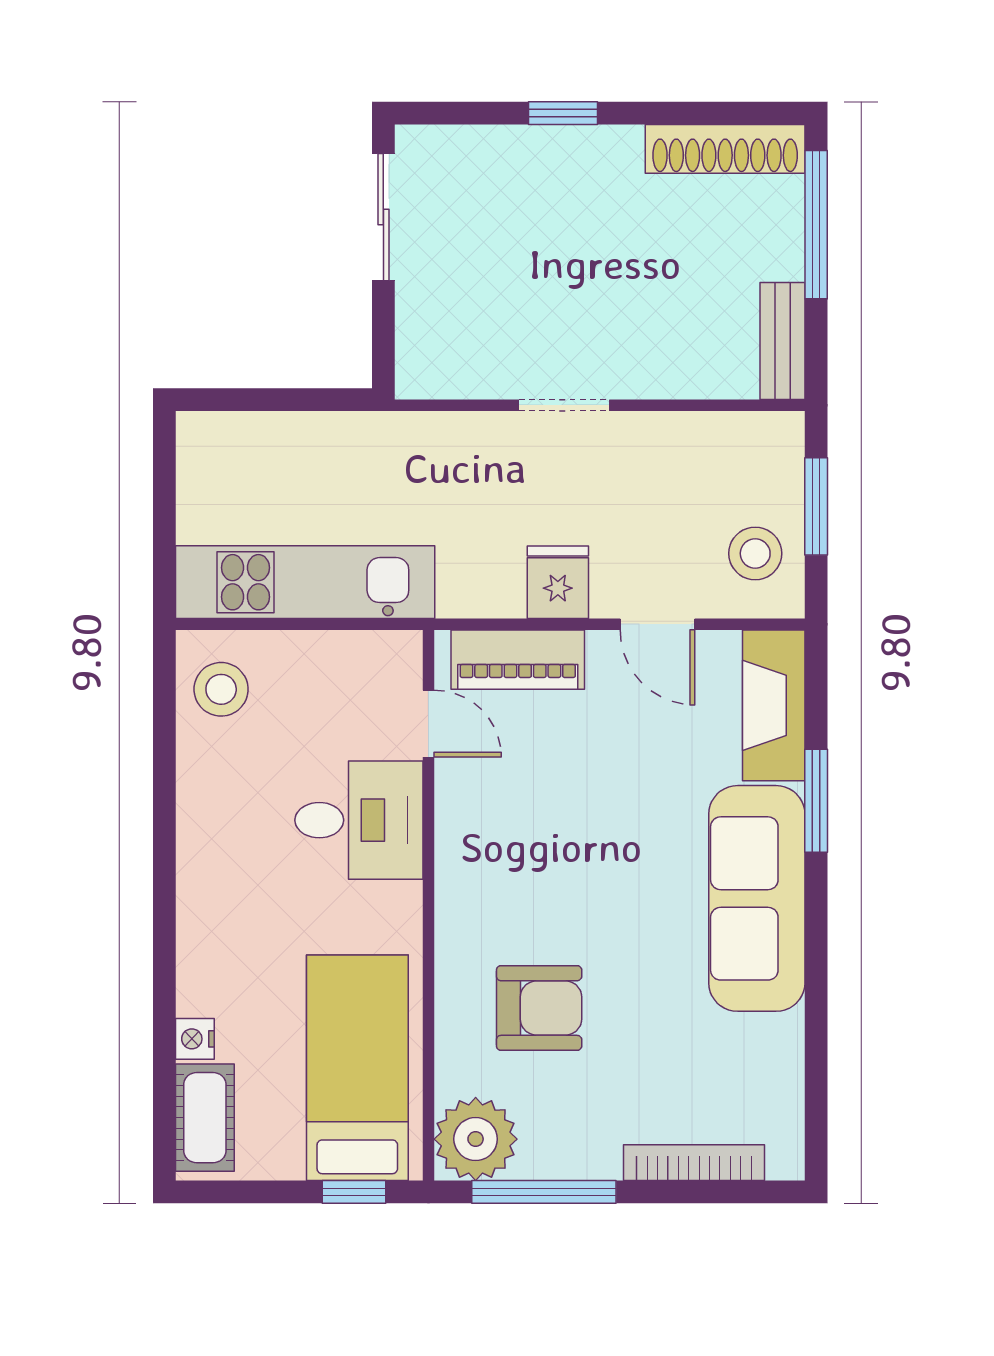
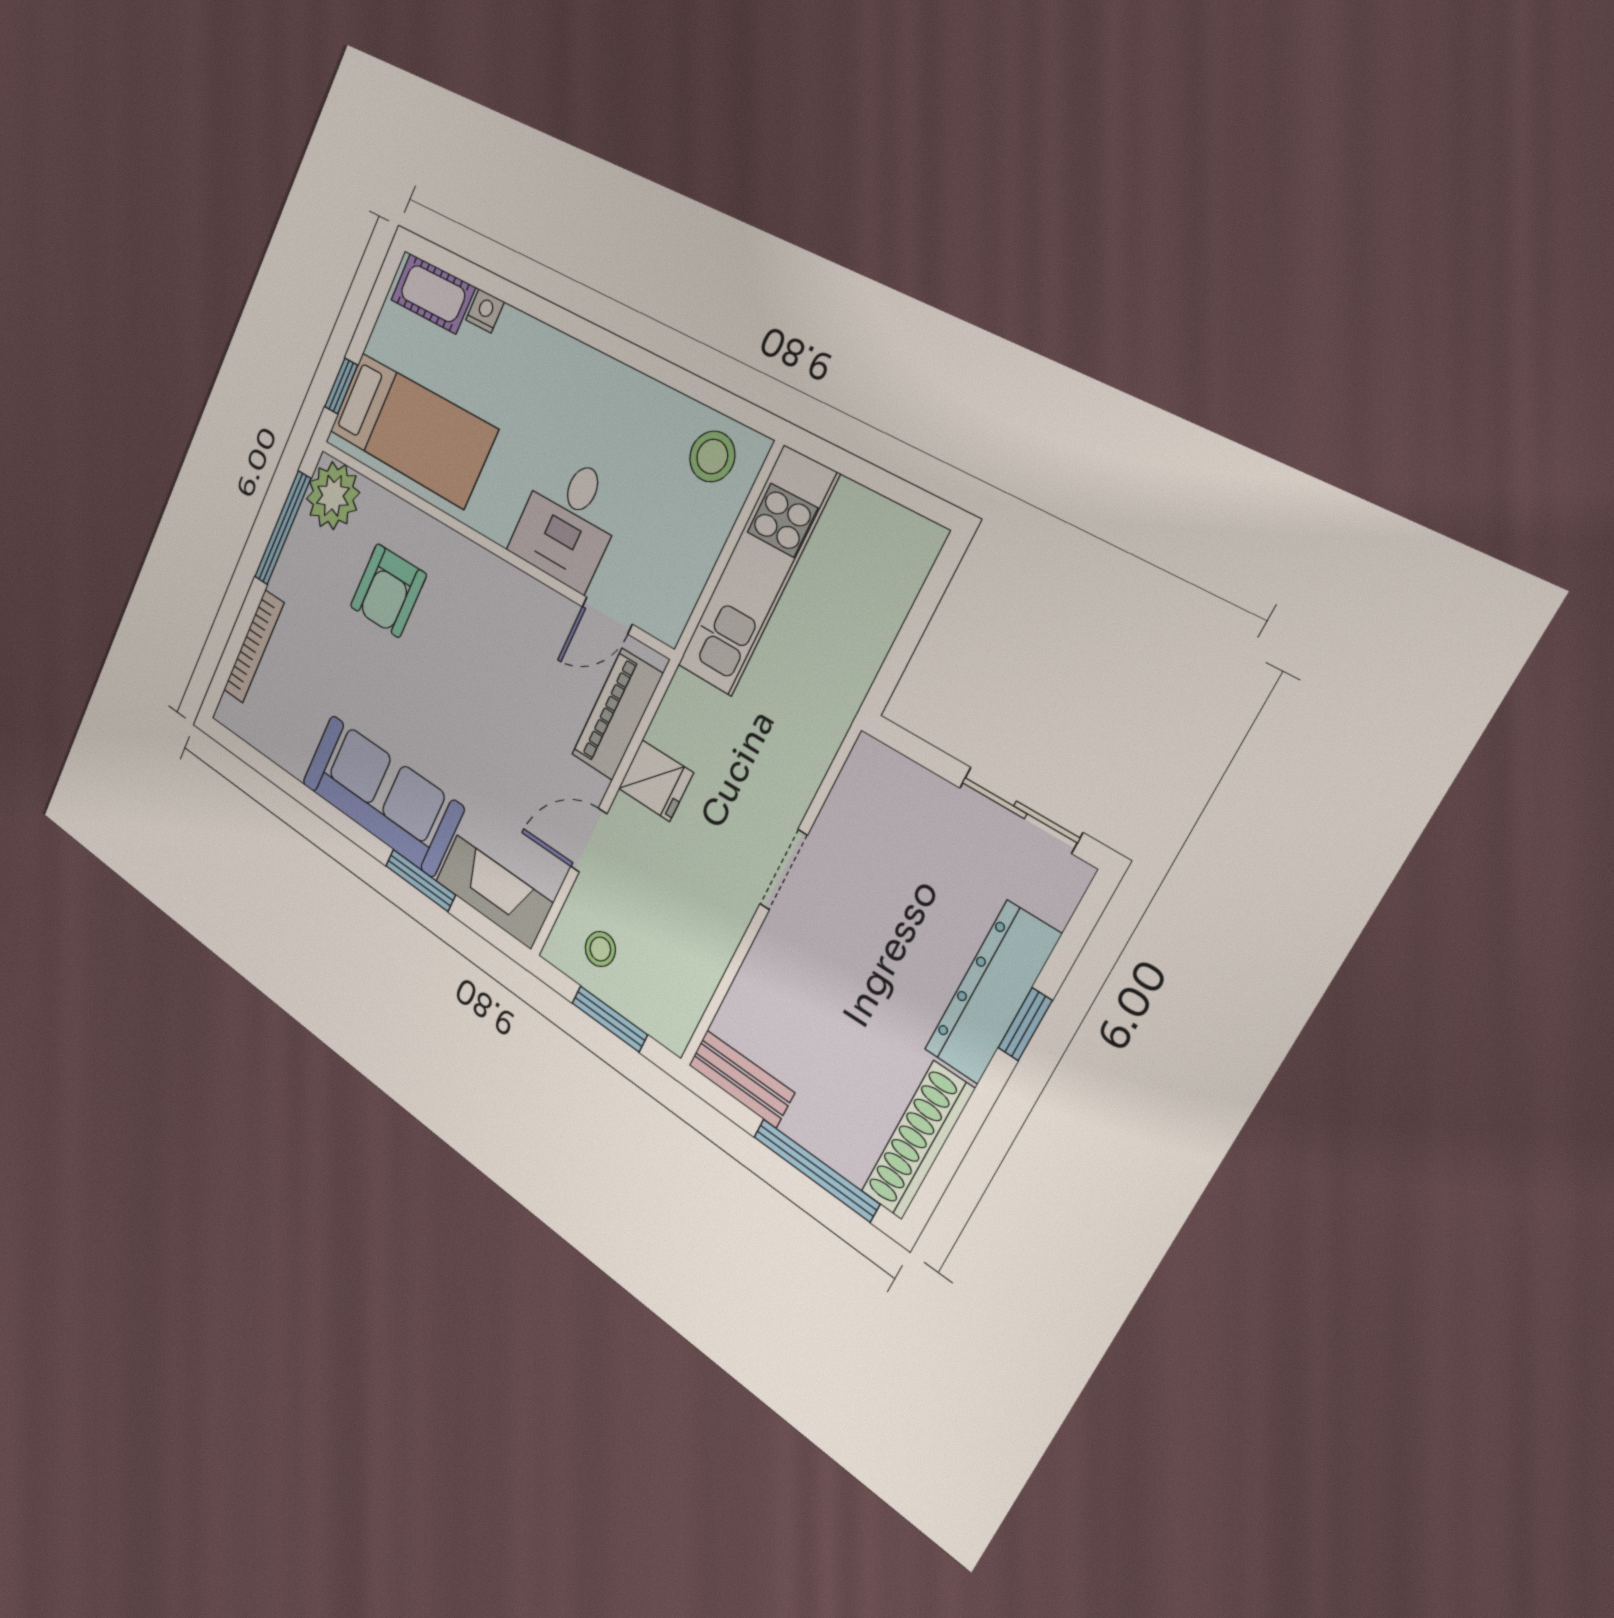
dresser: (554, 155) -> (992, 992), added
stool: (755, 553) -> (600, 949), width x0.73, depth x0.73

